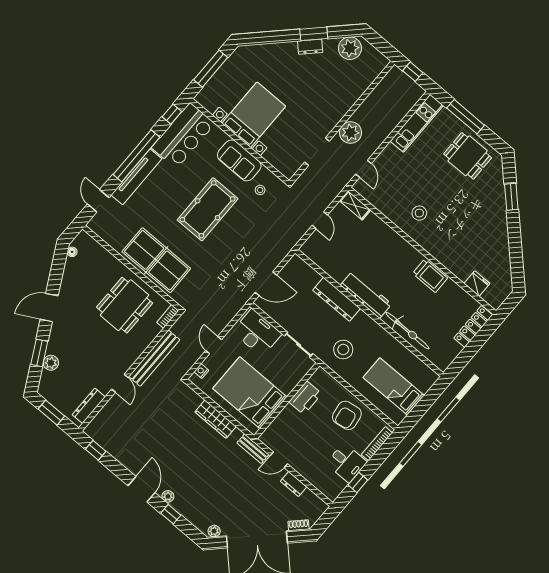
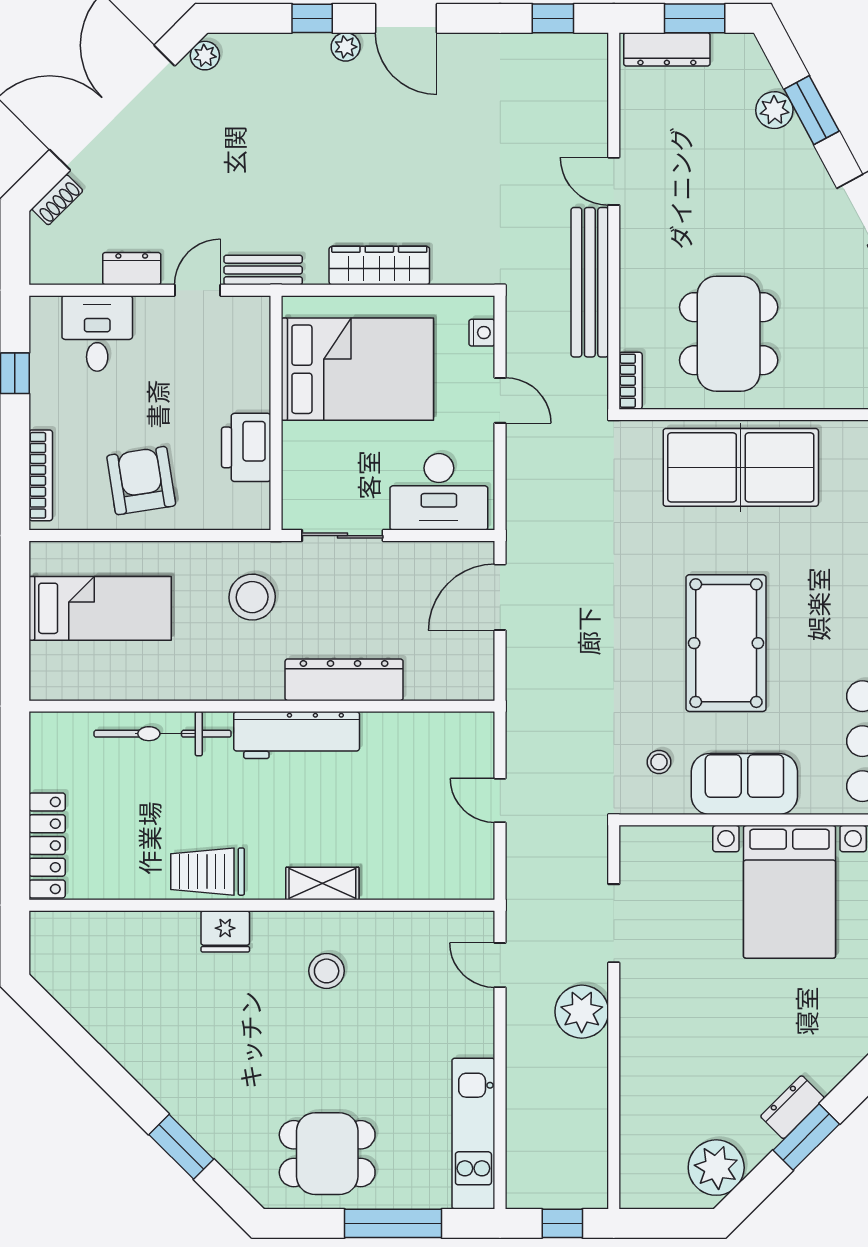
shelving: (355, 205) -> (322, 883), moved
fridge: (477, 283) -> (225, 931), moved
dresser: (89, 406) -> (667, 49), moved, turned 90
desk: (347, 463) -> (97, 333), moved, turned 90

